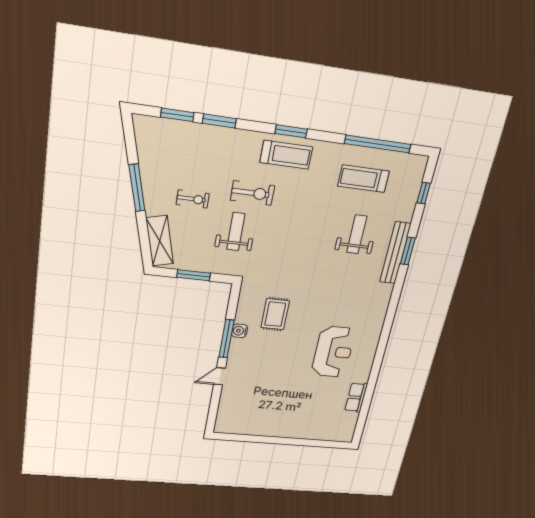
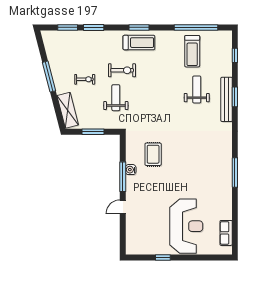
treadmill: (363, 179) -> (192, 51), turned -90
window: (381, 348) -> (235, 172), added
reception desk: (333, 352) -> (186, 226), moved, width x1.36, depth x1.30
row of seats: (356, 397) -> (226, 233), moved
window: (262, 439) -> (163, 258), added

